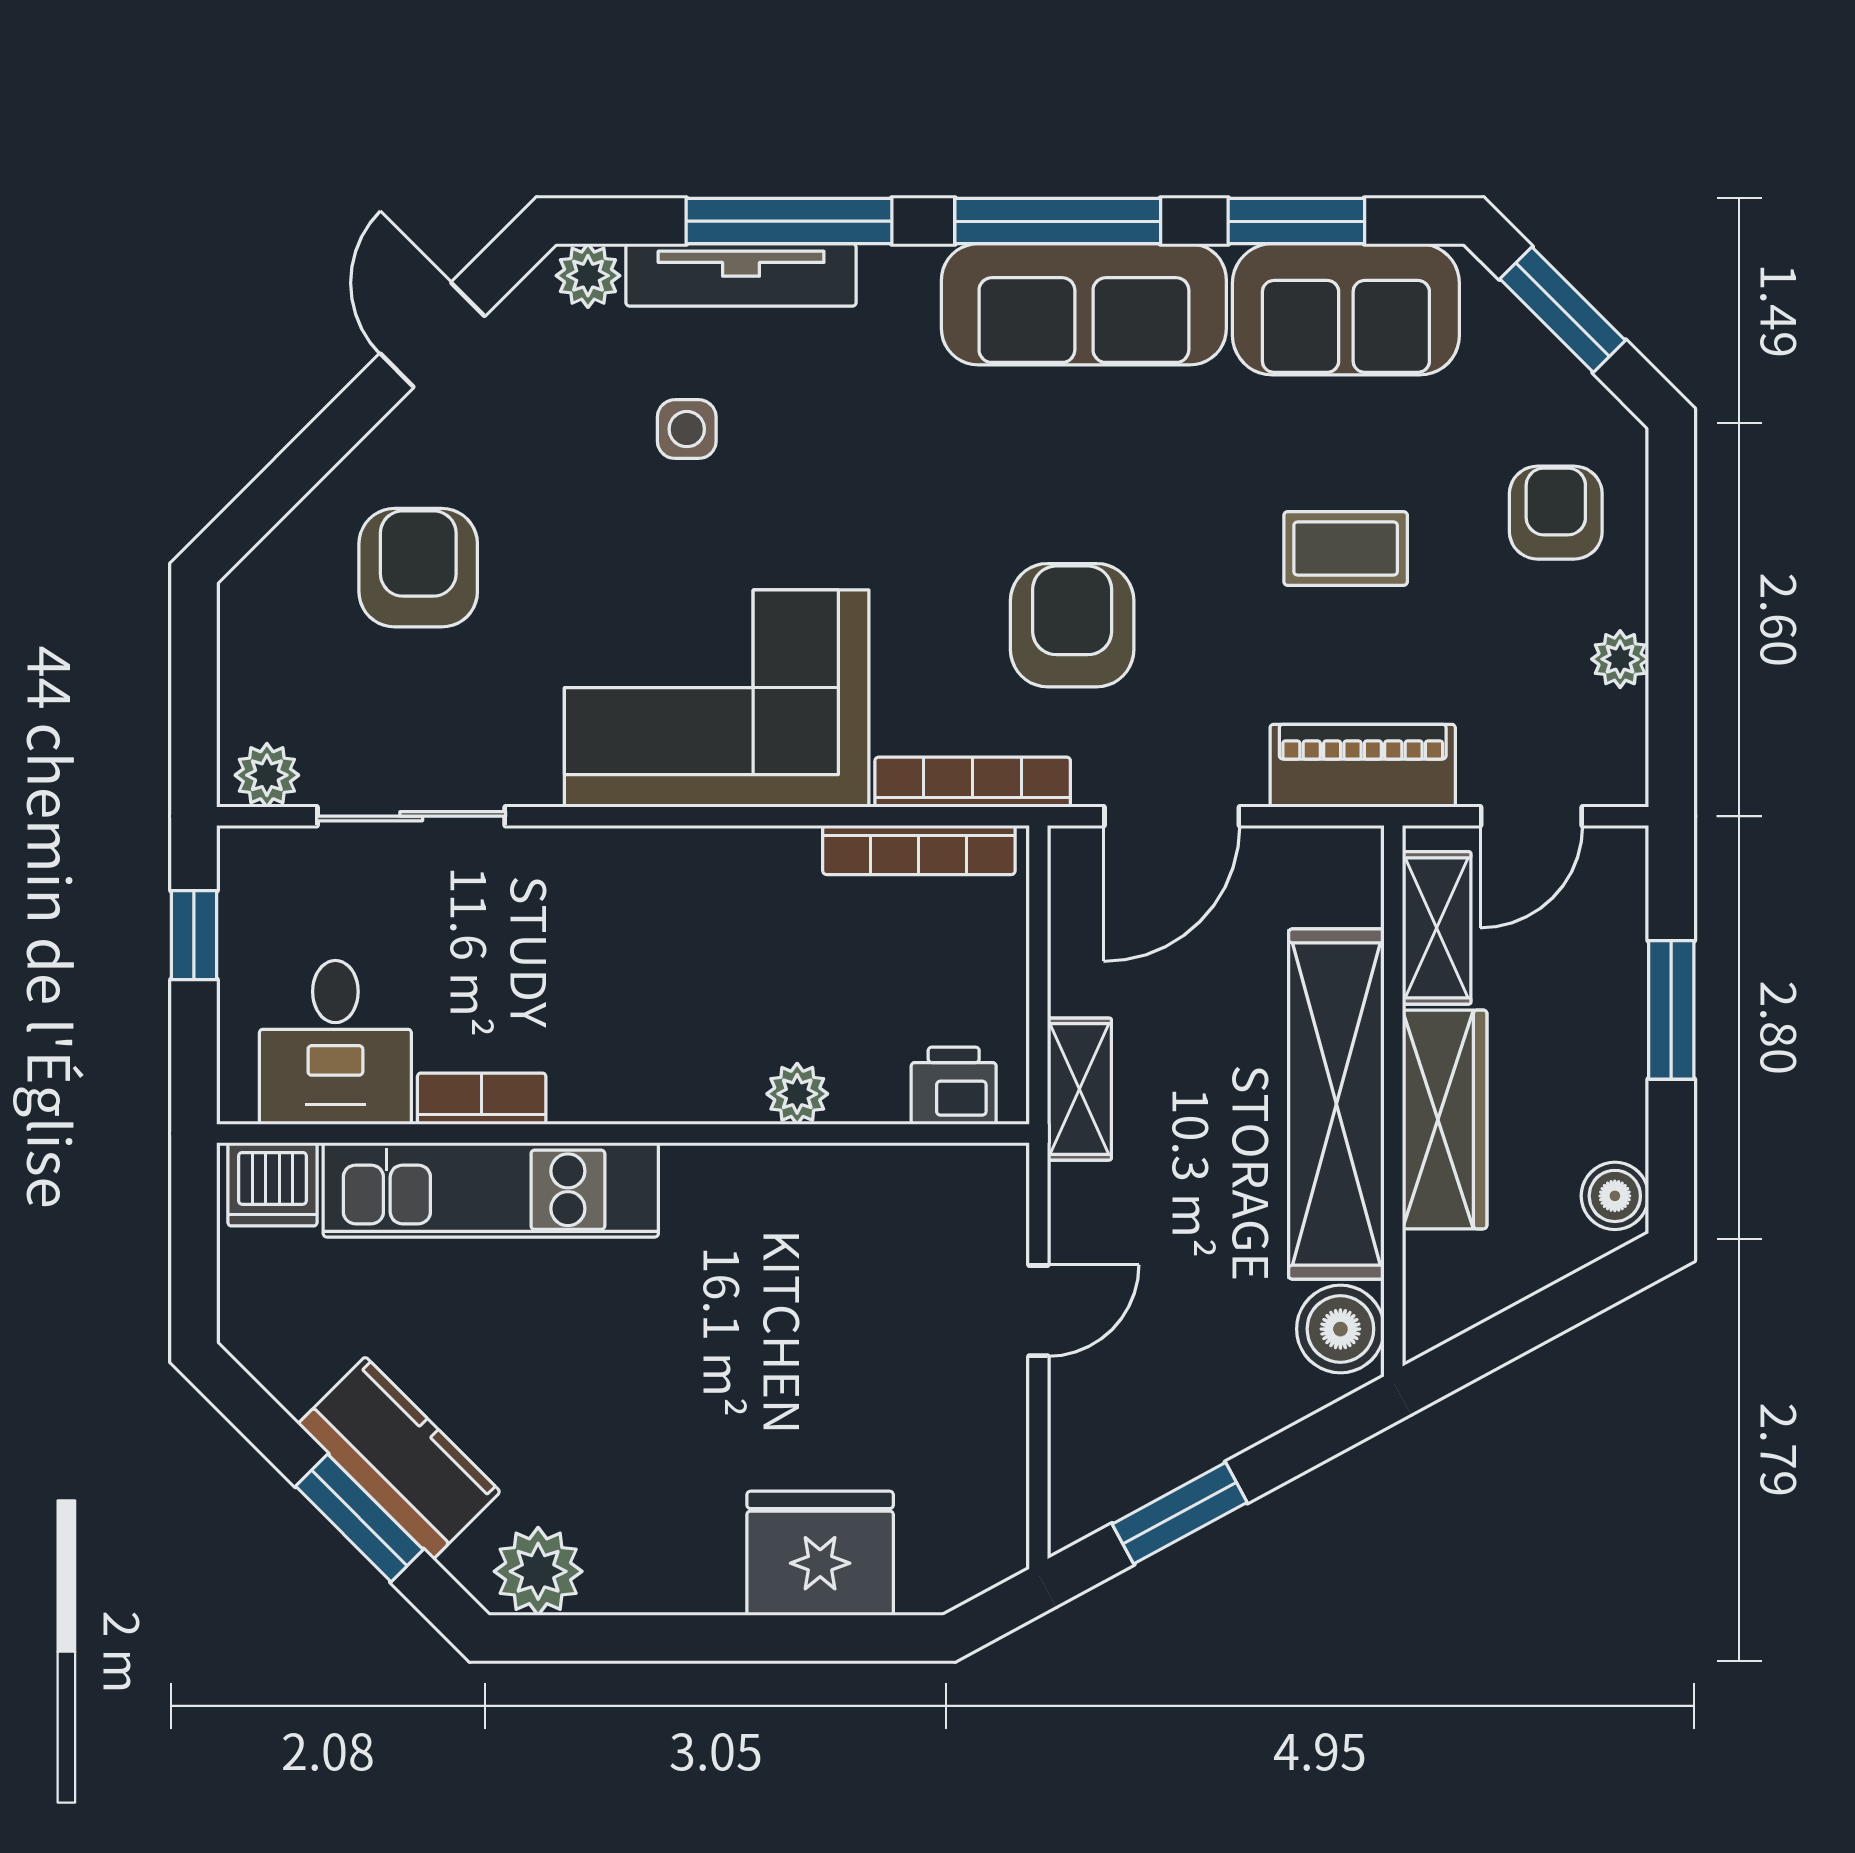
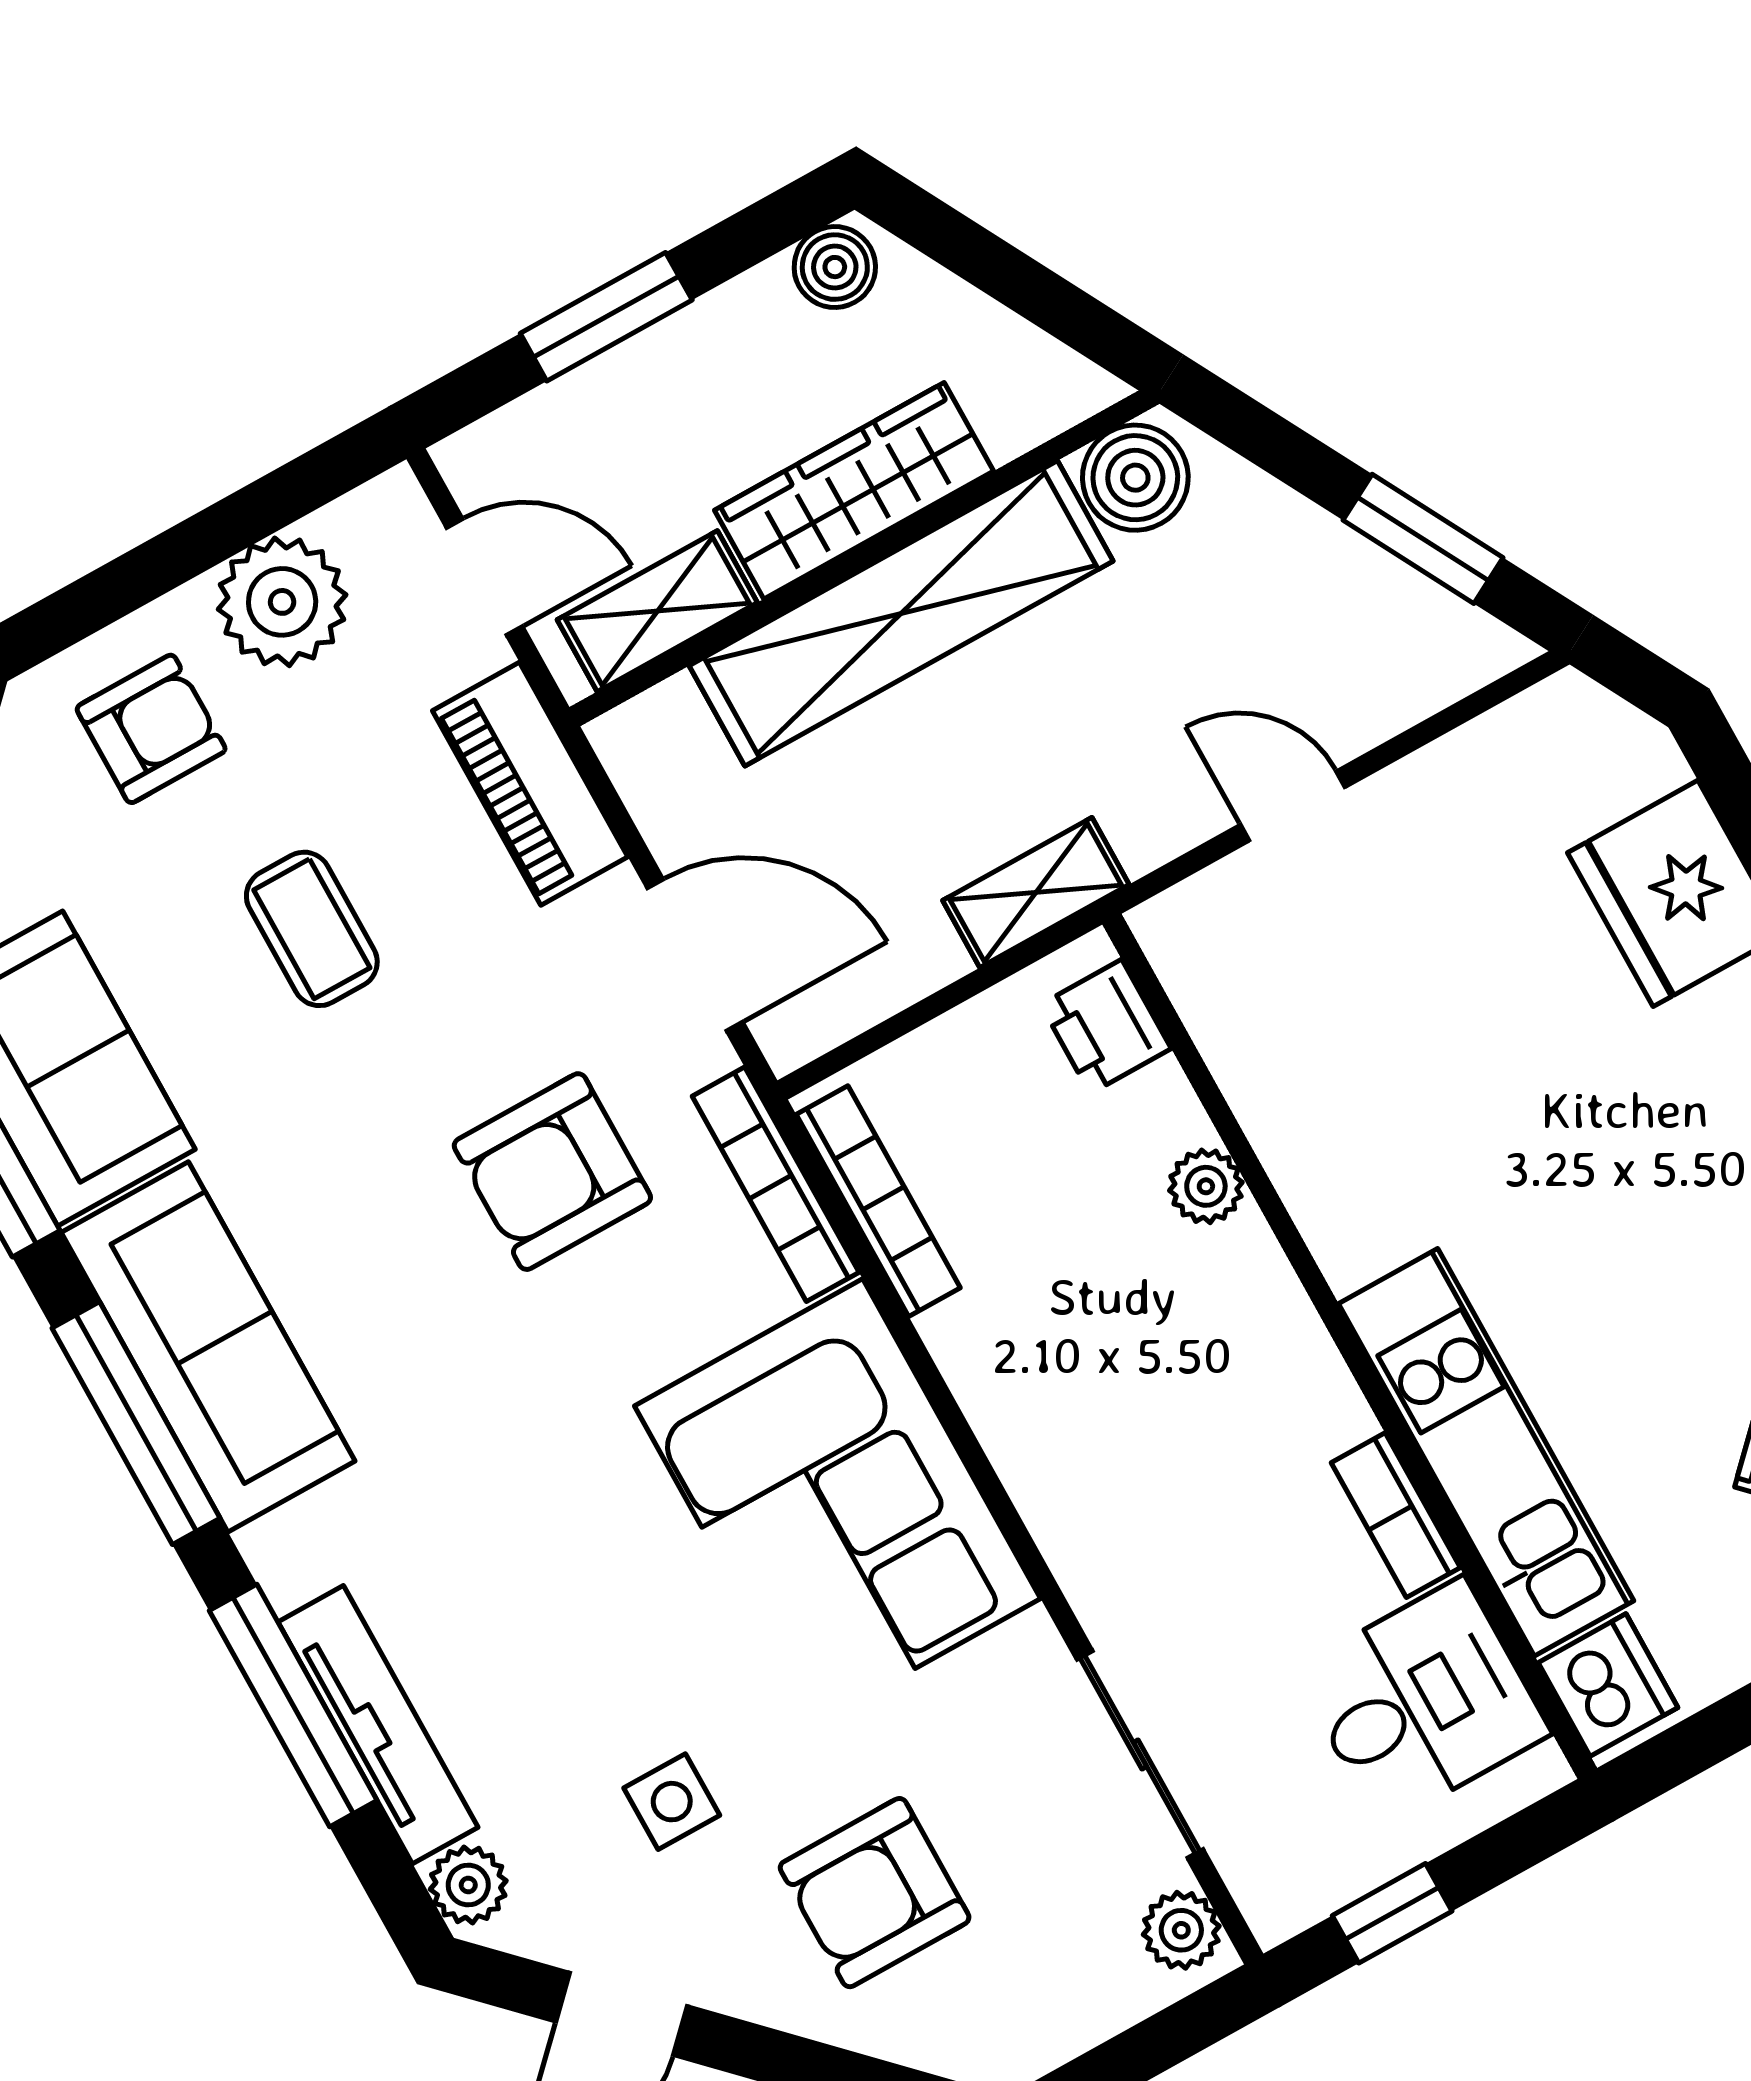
side table: (687, 429) -> (672, 1802), moved
armchair: (1556, 513) -> (151, 729), turned 180
plant: (1620, 659) -> (282, 602), width x1.87, depth x1.87

